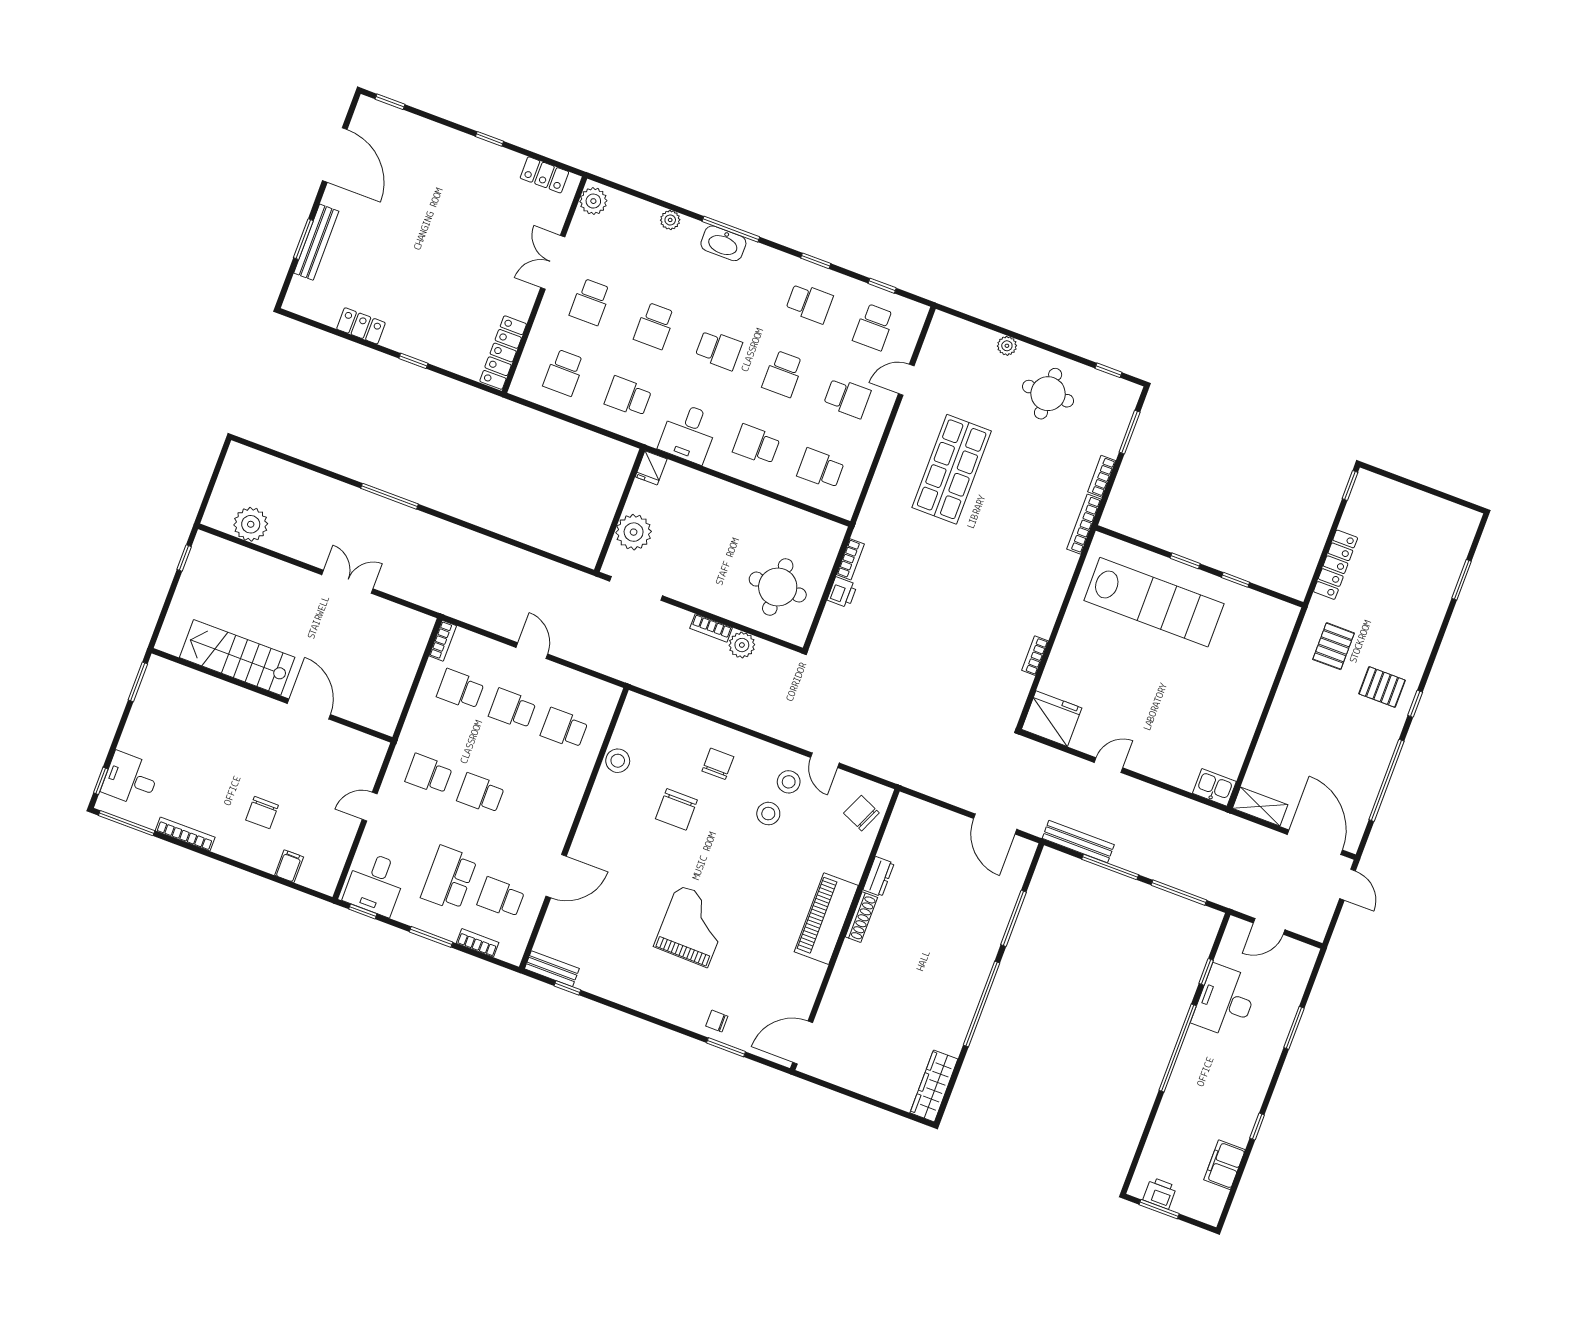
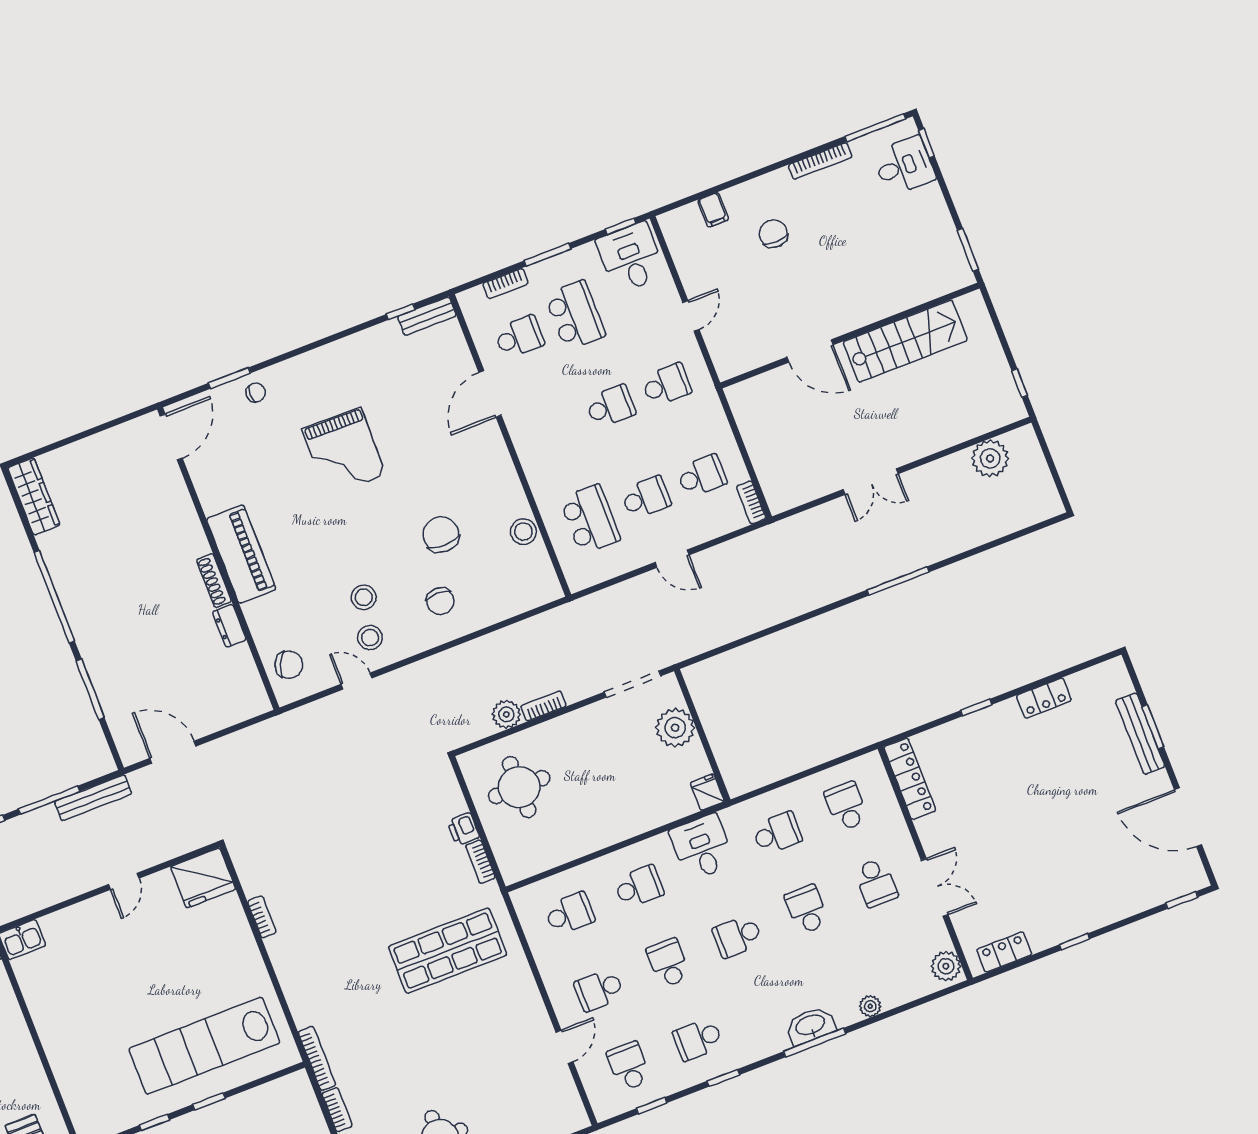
school desk: (590, 302) -> (876, 883), turned 180
shop shelf: (952, 469) -> (448, 951), moved, turned 90
school desk: (564, 728) -> (590, 519), width x1.85

